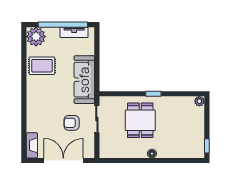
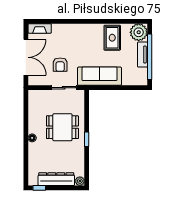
tv unit: (74, 32) -> (143, 55), moved
armchair: (72, 123) -> (60, 65), turned 180
dresser: (197, 127) -> (56, 179), added

